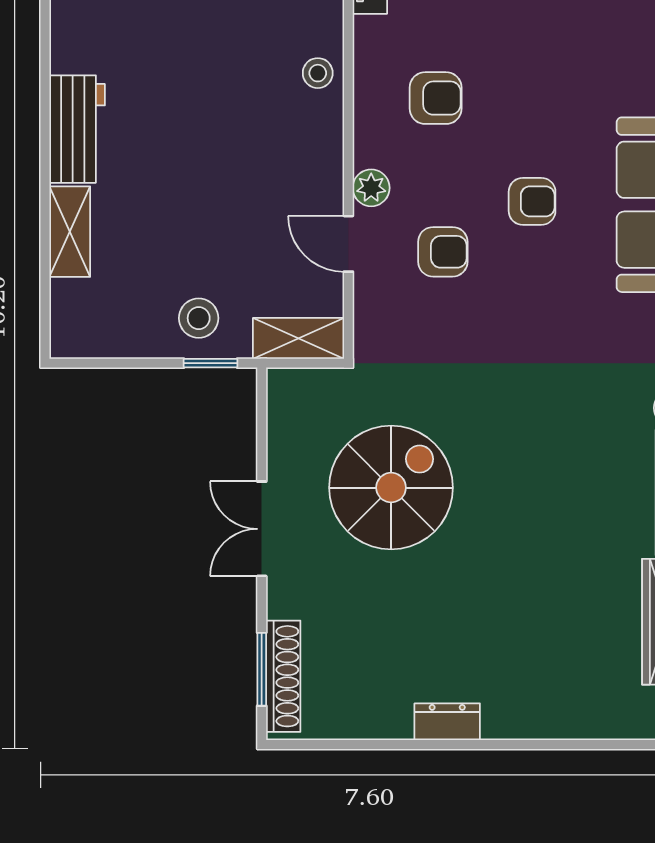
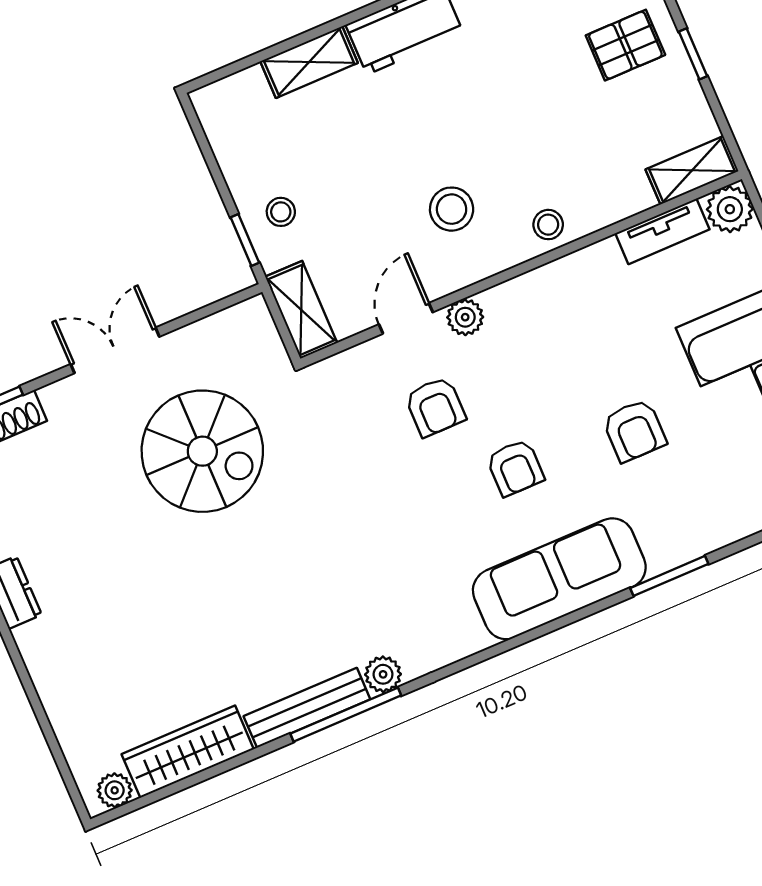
armchair: (436, 98) -> (634, 430), moved
stool: (265, 157) -> (452, 209), added
stool: (199, 318) -> (281, 212), width x0.73, depth x0.73

